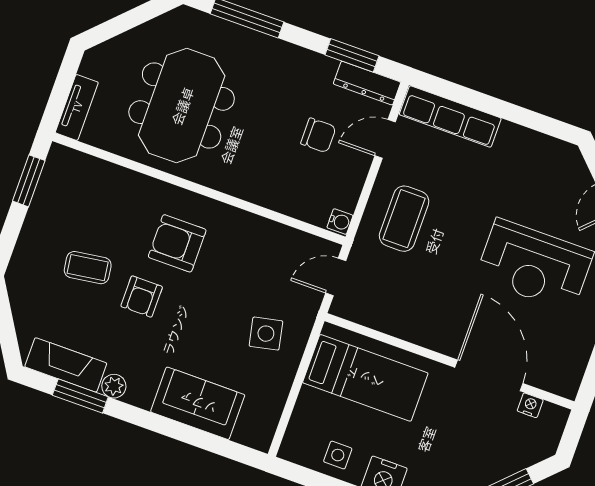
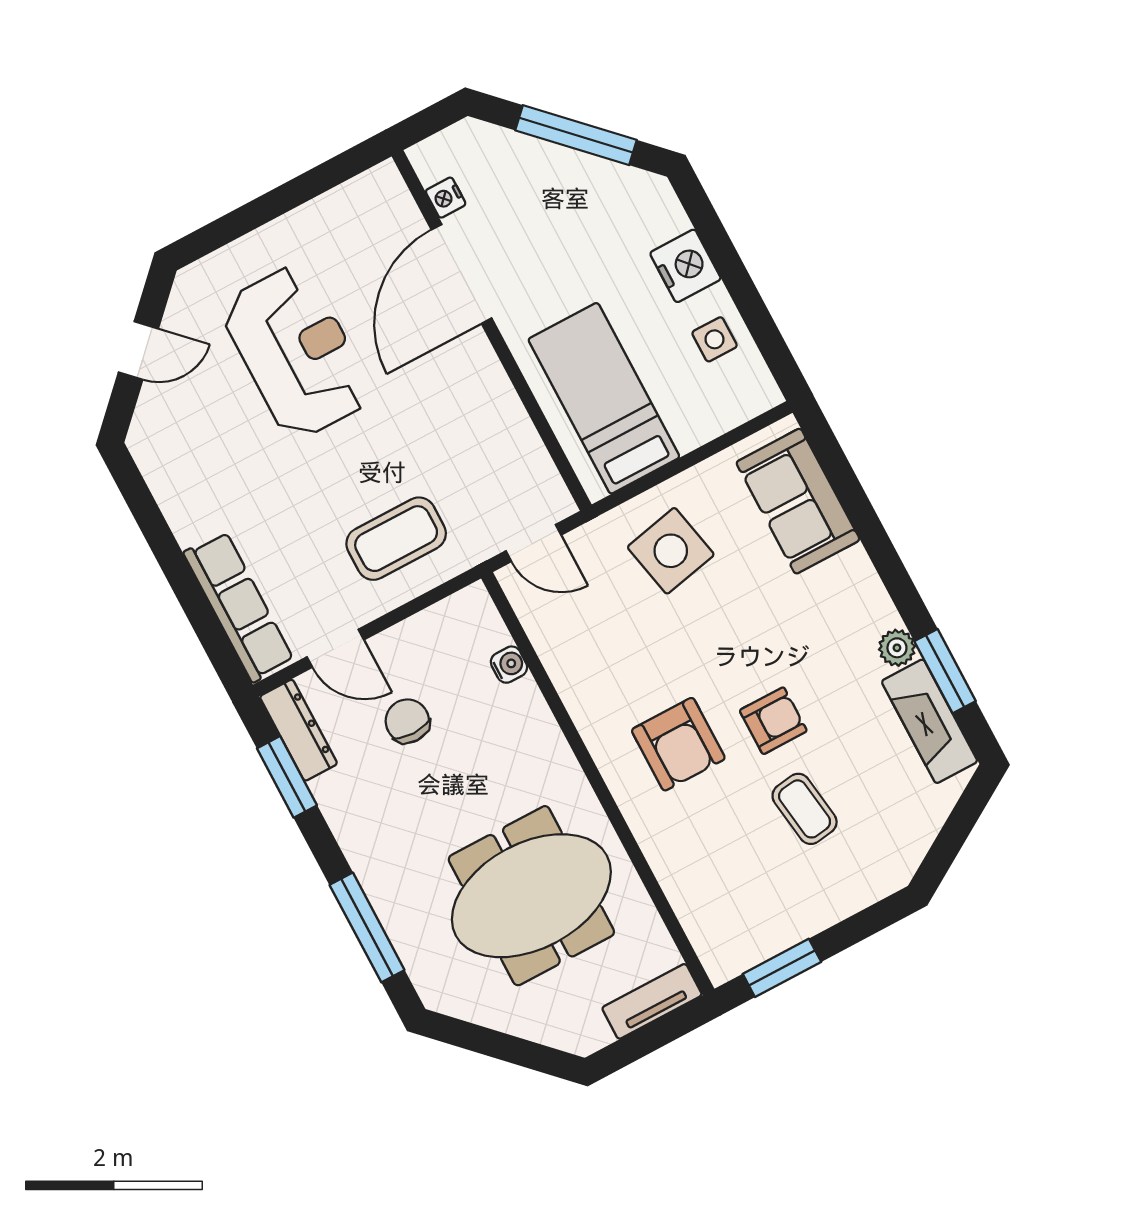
water cooler: (340, 222) -> (509, 665), moved, turned 90
side table: (266, 334) -> (671, 551), width x1.37, depth x1.37
sofa: (198, 403) -> (798, 501), moved

